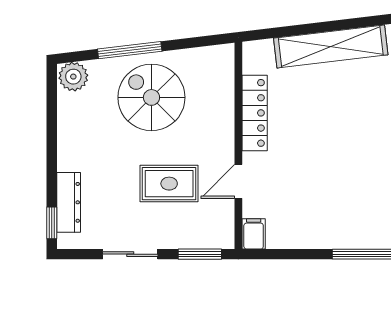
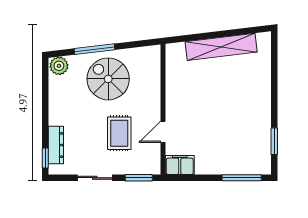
locker: (255, 113) -> (173, 89), removed
rug: (169, 184) -> (119, 133), turned 90
filing cabinet: (254, 234) -> (180, 165), width x2.00

